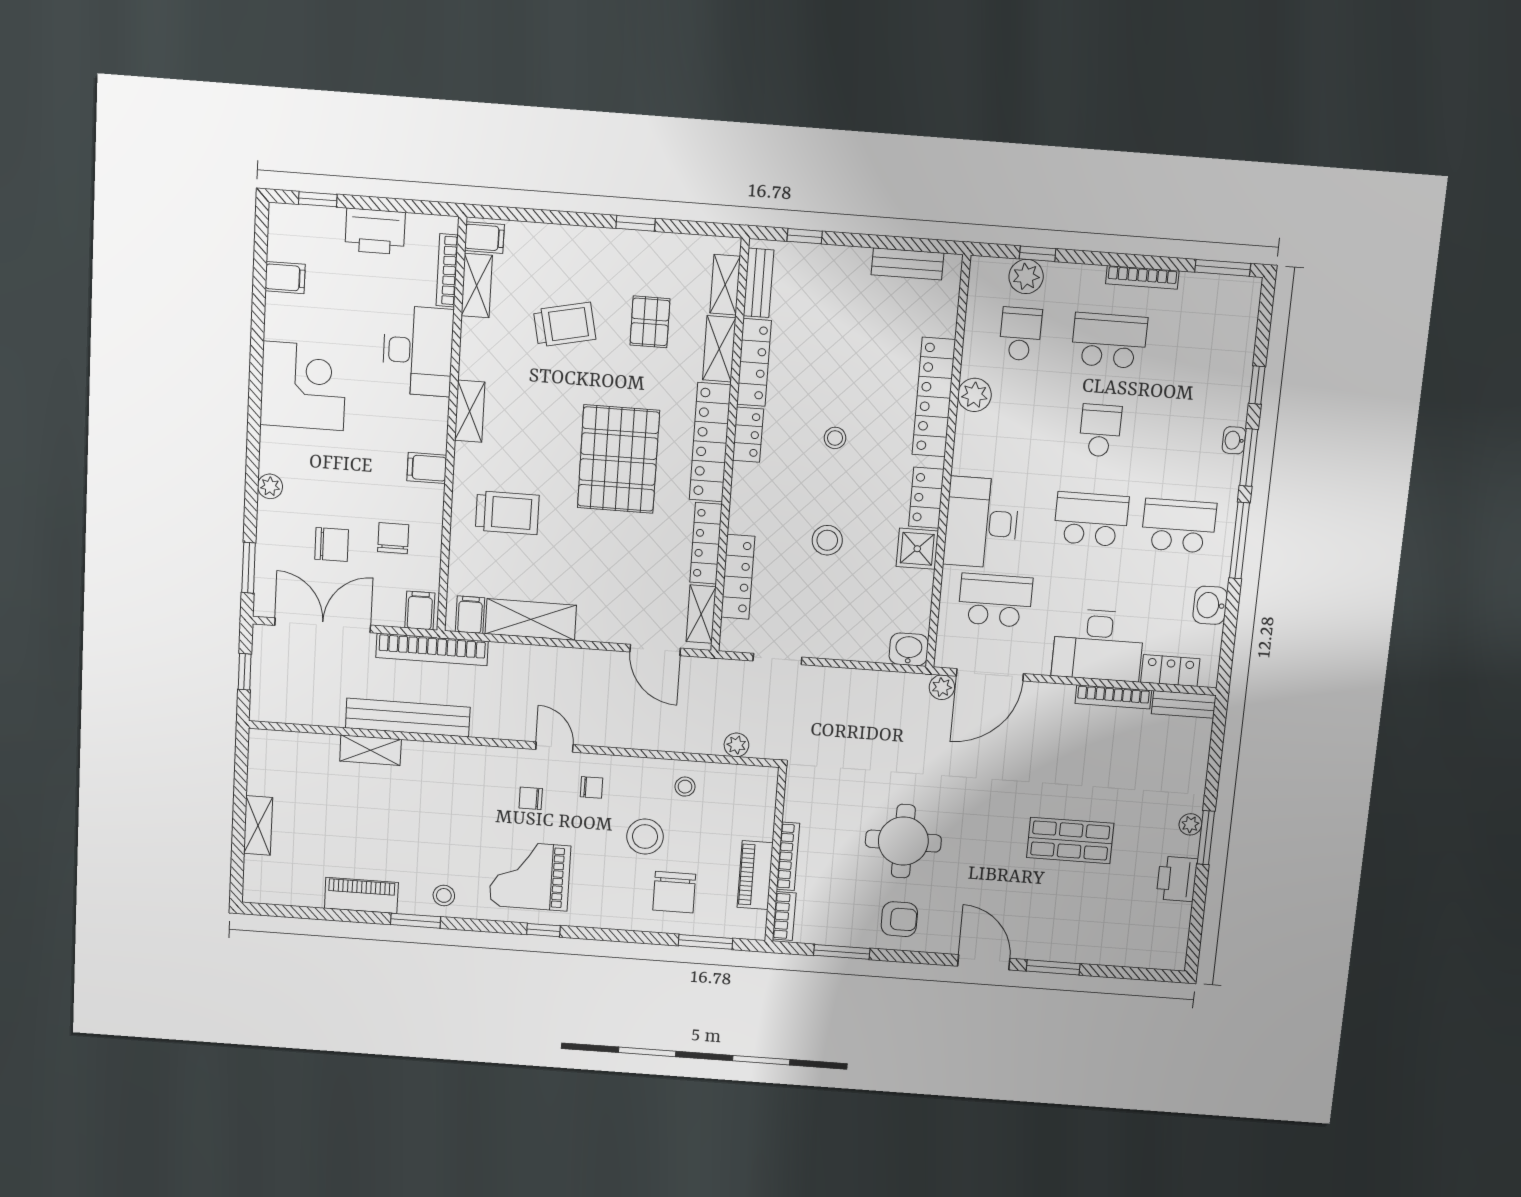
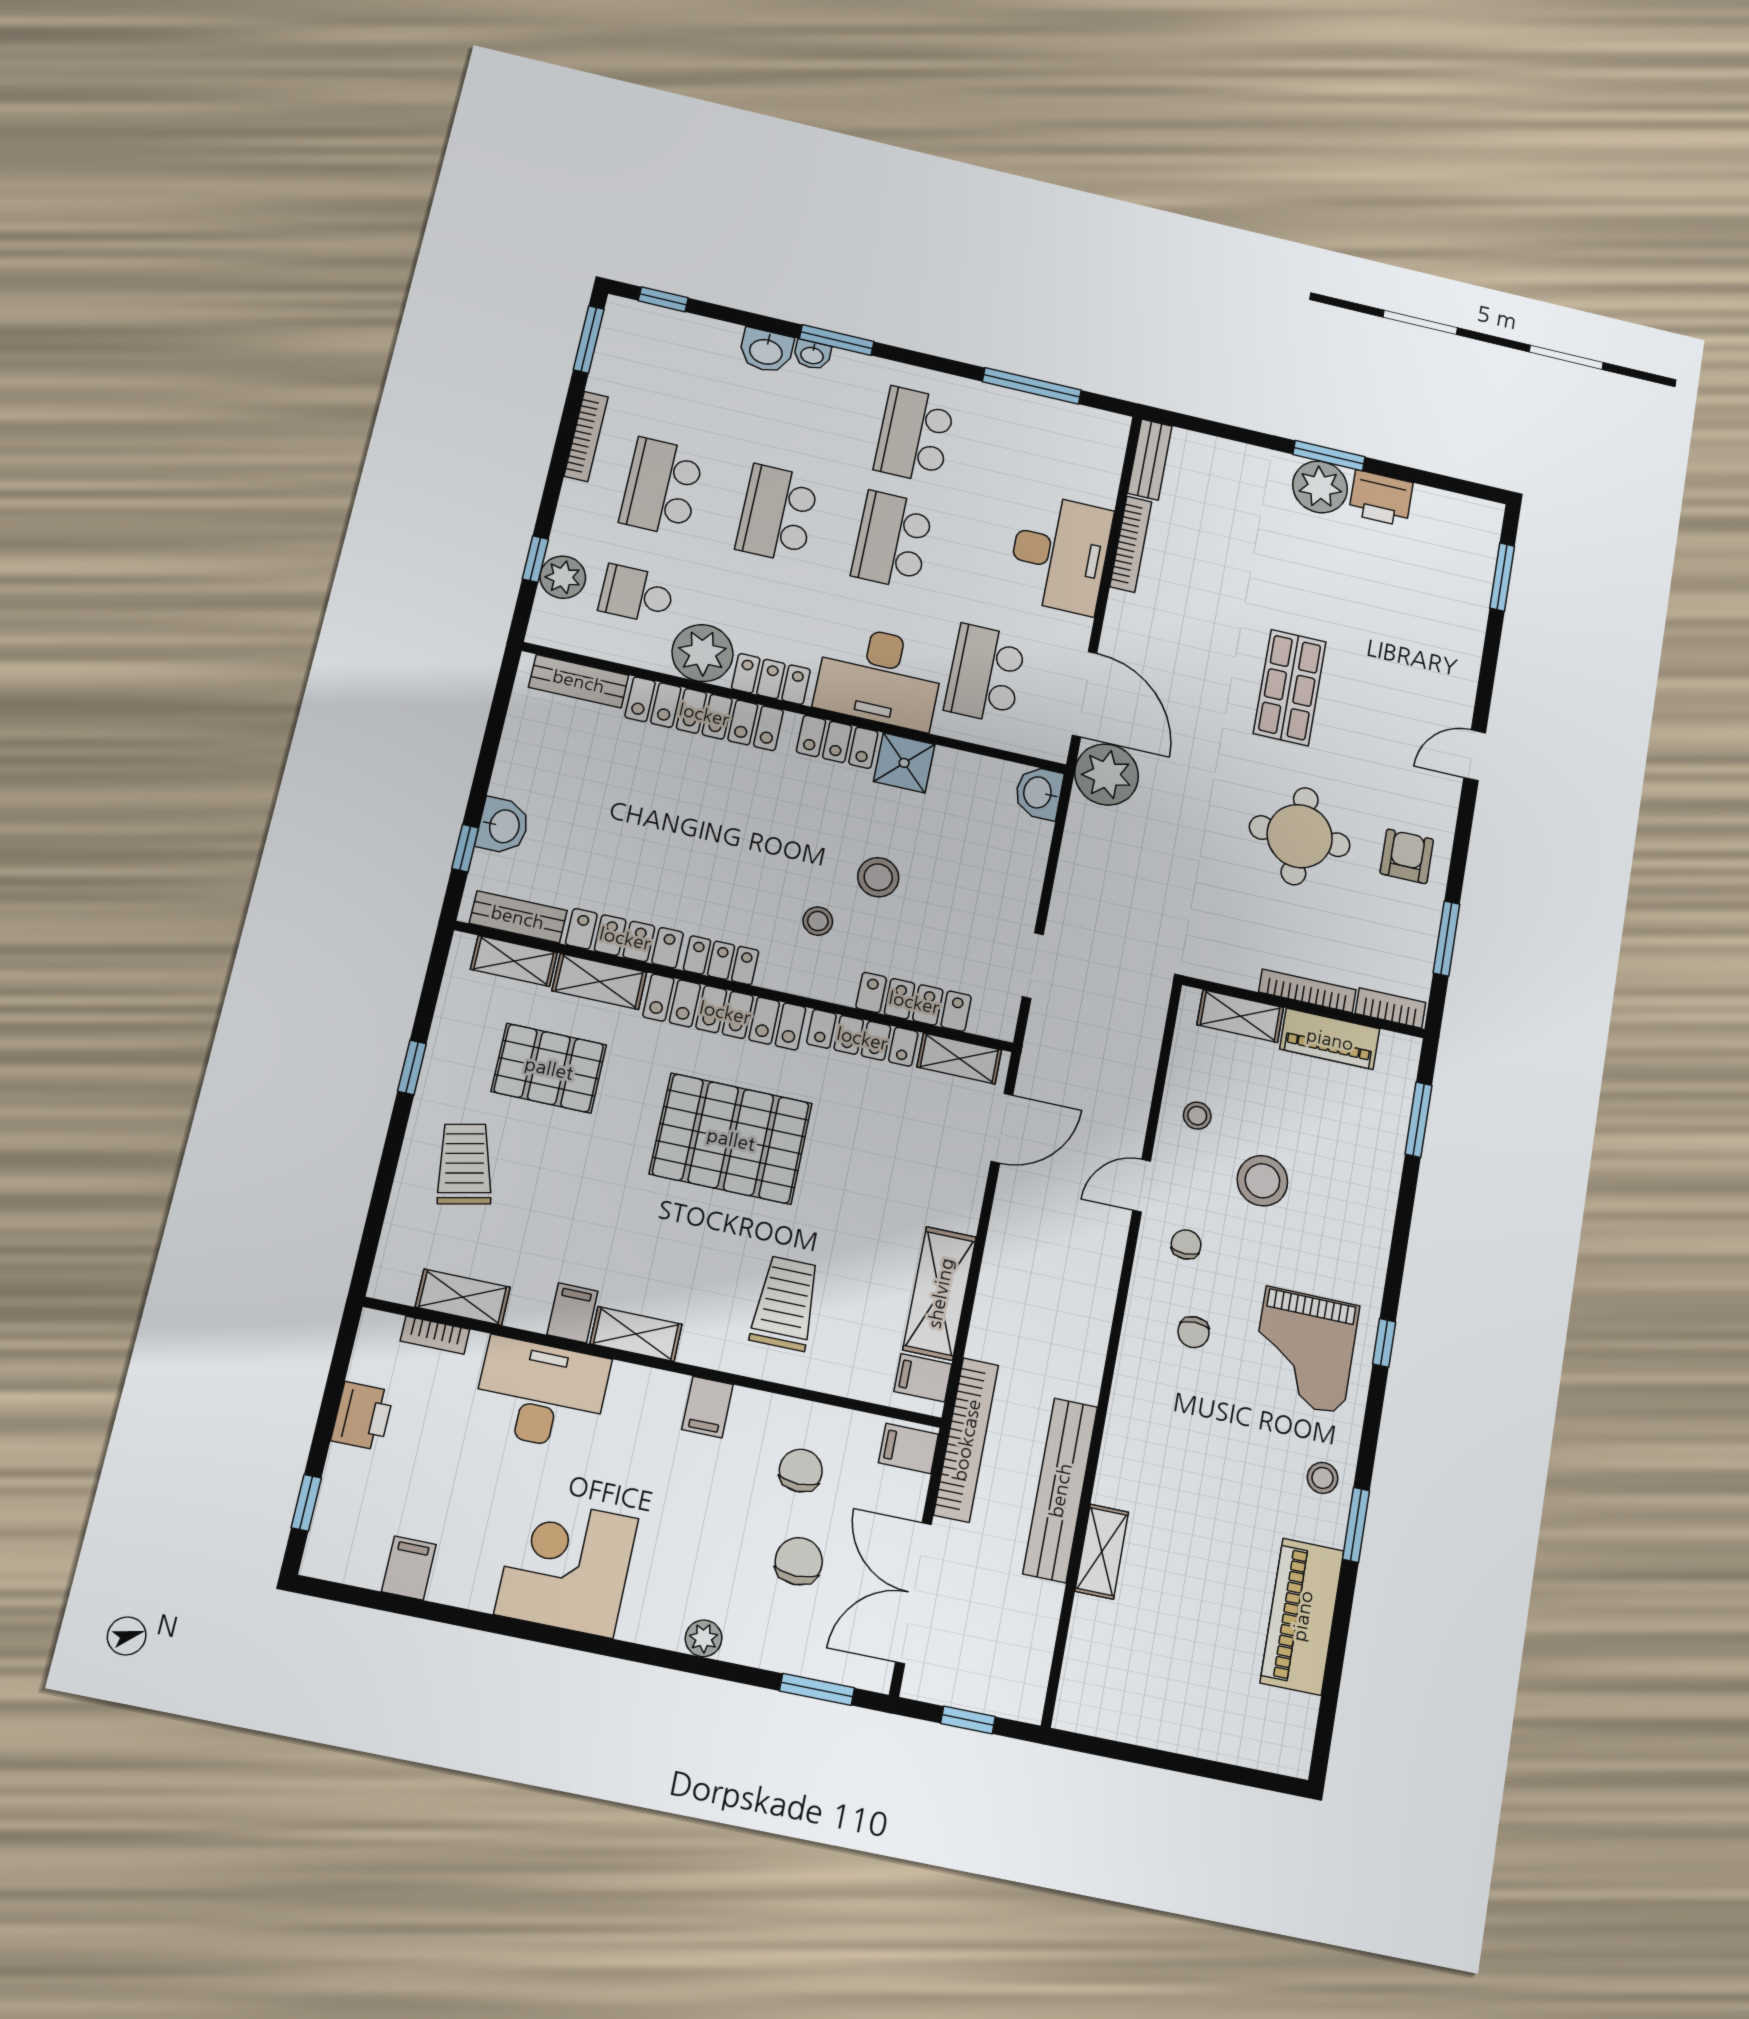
printer: (375, 231) -> (362, 1416), width x0.73, depth x0.84
filing cabinet: (484, 238) -> (572, 1313), moved
washbasin: (826, 261) -> (503, 826), added
bench: (907, 264) -> (579, 681), moved, turned 90
bookcase: (447, 270) -> (435, 1335), width x0.64
pallet: (650, 322) -> (549, 1068), width x1.50, depth x1.42
trolley: (565, 325) -> (465, 1164), moved
window: (1257, 385) -> (663, 299), moved
plant: (974, 395) -> (702, 653), width x1.36, depth x1.36
school desk: (1100, 430) -> (777, 514), width x1.85
stool: (835, 438) -> (818, 921), moved
chair: (393, 538) -> (801, 1471), turned 90
window: (1239, 540) -> (1032, 386), moved
washbasin: (1210, 605) -> (766, 351), moved
locker: (1170, 671) -> (771, 679), moved, turned 90
plant: (942, 687) -> (1107, 775), width x1.88, depth x1.88
plant: (736, 745) -> (1146, 1038), removed
door: (554, 747) -> (1142, 1186), moved
plant: (1190, 824) -> (1320, 487), width x1.88, depth x1.88
shelving: (258, 825) -> (1240, 1016), moved
shop shelf: (1070, 840) -> (1290, 688), moved
chair: (674, 892) -> (1345, 1152), removed
piano: (361, 895) -> (1302, 1616), width x1.37, depth x1.33
door: (984, 962) -> (1475, 755), width x0.73
window: (1053, 967) -> (1502, 577), moved

